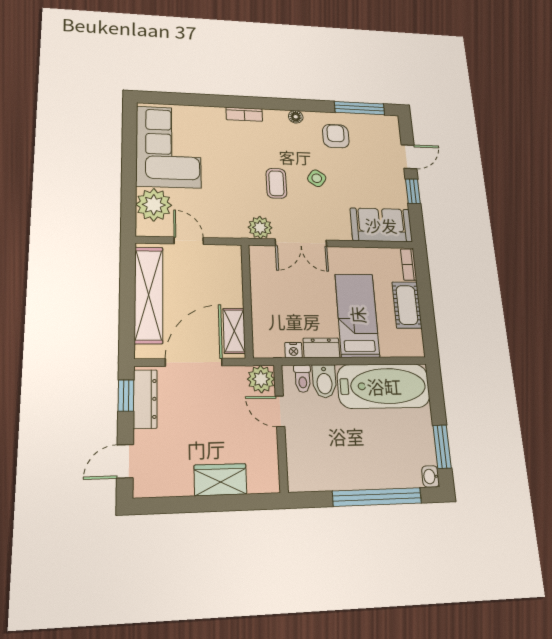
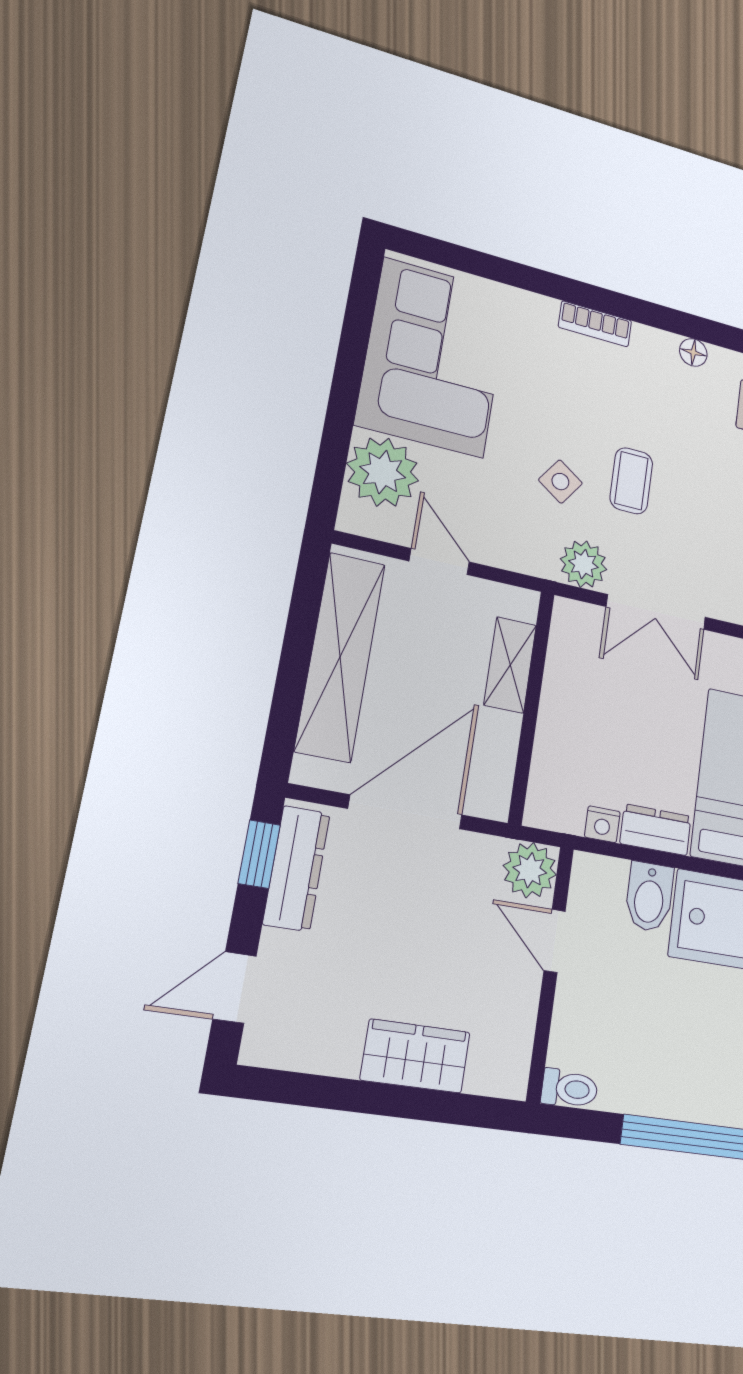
side table: (317, 178) -> (560, 482), moved
shelving: (234, 331) -> (510, 665), moved
toilet: (303, 379) -> (570, 1089), moved, turned -90

